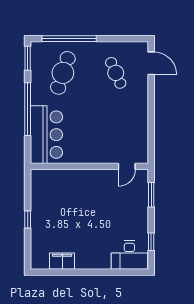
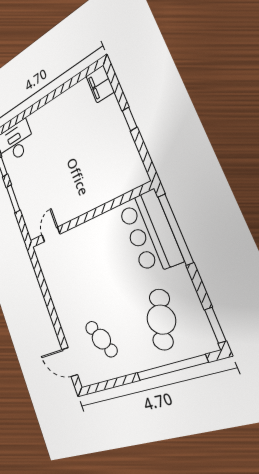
window: (28, 109) -> (175, 229), moved
window: (151, 195) -> (13, 199), moved
filing cabinet: (62, 261) -> (100, 84), moved, turned 90

